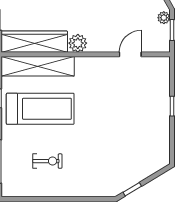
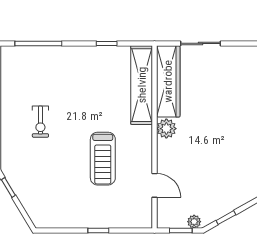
treadmill: (40, 109) -> (103, 159), moved, width x0.73, depth x0.73
exercise bike: (47, 161) -> (40, 122), moved

